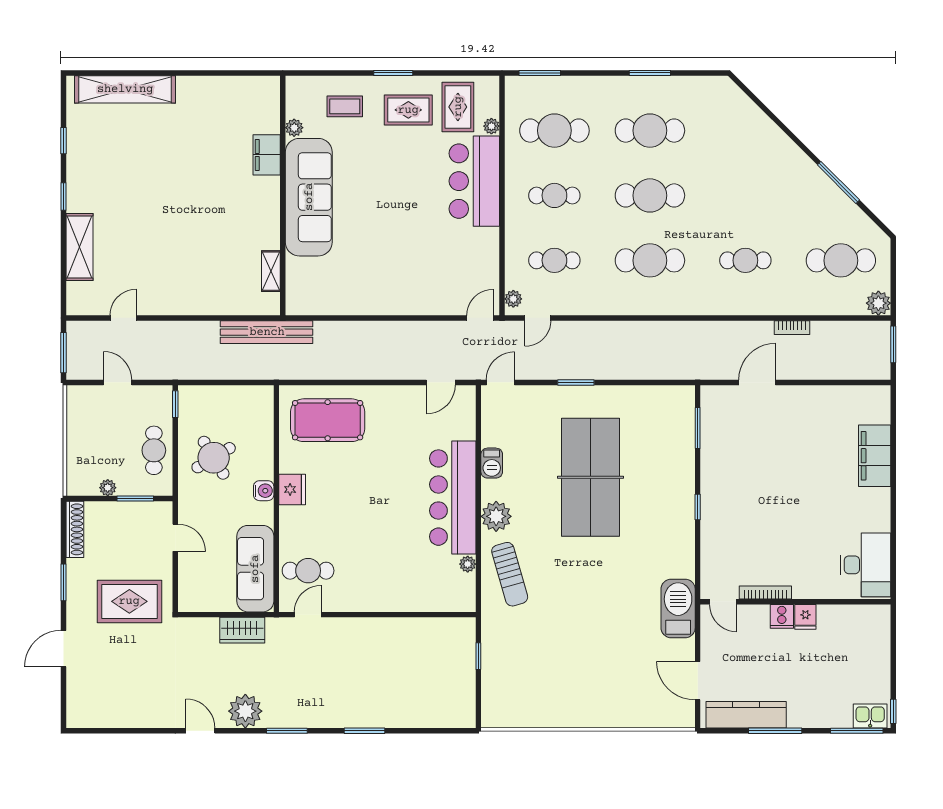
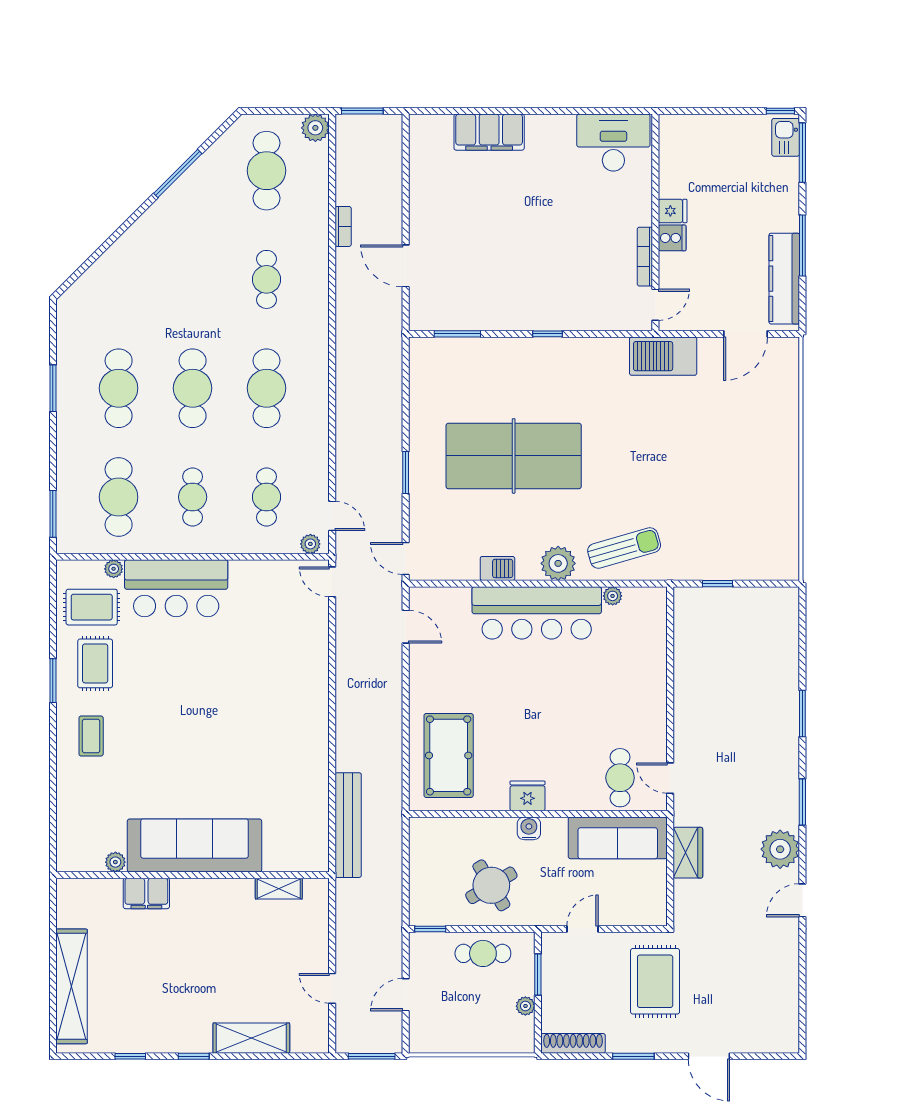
plant: (294, 128) -> (115, 862), moved
filing cabinet: (267, 155) -> (146, 893), moved
wall: (283, 195) -> (193, 875), moved
sofa: (309, 197) -> (195, 845), moved
shelving: (271, 271) -> (279, 889), moved

